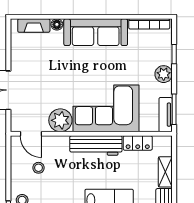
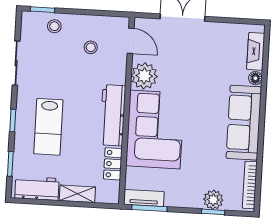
plant: (164, 74) -> (213, 200), moved
door: (31, 134) -> (131, 41), swing flipped

